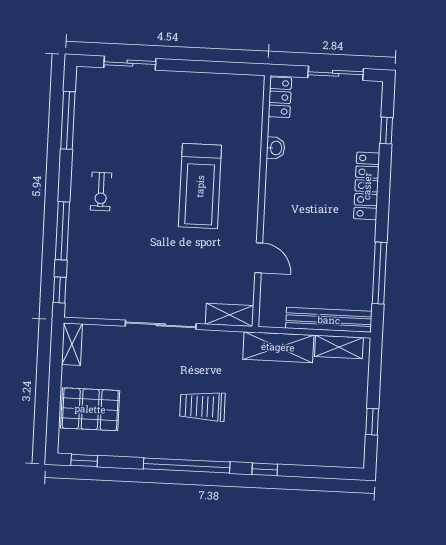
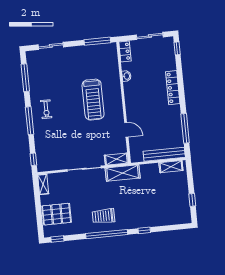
window: (227, 68) -> (97, 41), added
window: (386, 131) -> (177, 48), moved
window: (62, 231) -> (30, 121), moved
shelving: (278, 347) -> (123, 173), moved
trolley: (202, 406) -> (103, 216), moved

